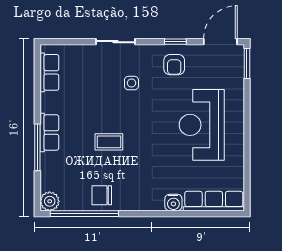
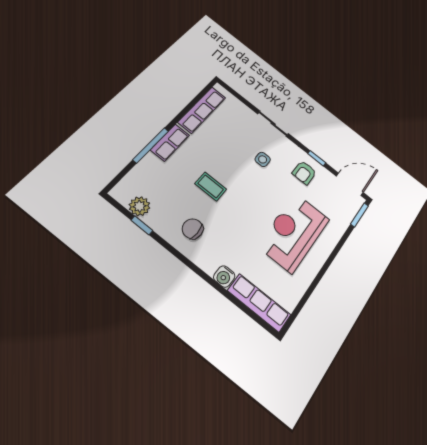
row of seats: (49, 72) -> (202, 110), width x1.48
chair: (102, 195) -> (193, 229), moved
plant: (50, 201) -> (140, 206), moved
window: (84, 214) -> (142, 225), width x0.32

